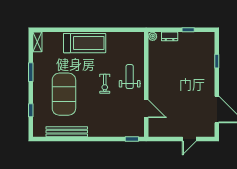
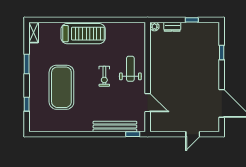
bench: (67, 132) -> (115, 127), moved

